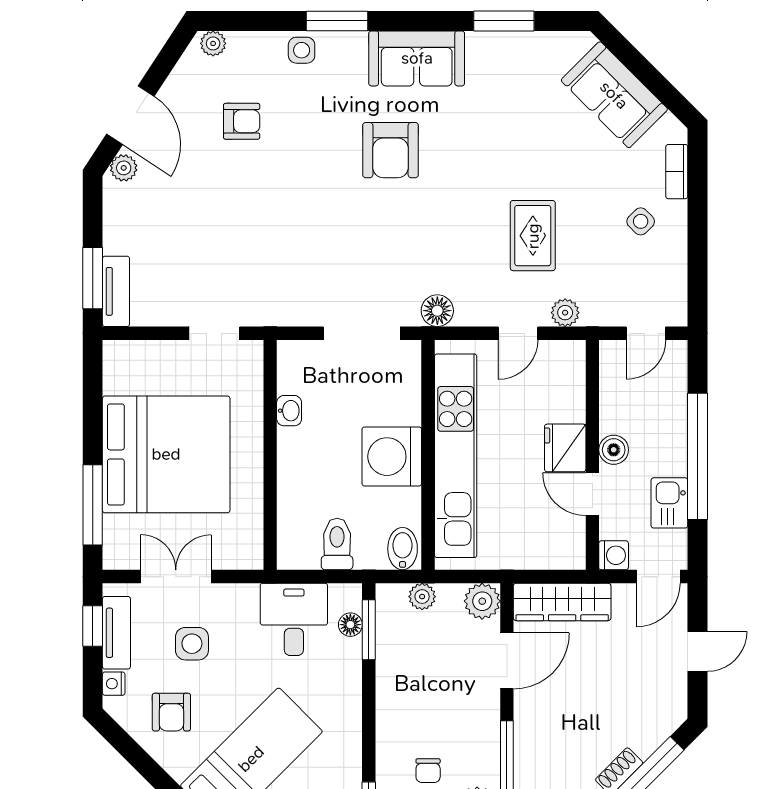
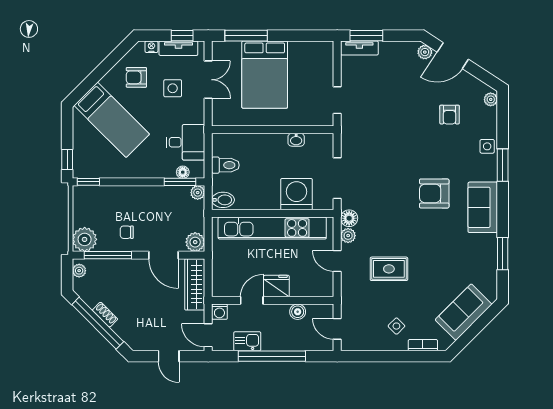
plant: (565, 313) -> (348, 236), moved
boiler: (614, 450) -> (298, 312), moved
bed: (166, 454) -> (265, 75), width x0.73
washing machine: (392, 457) -> (297, 194), moved
plant: (422, 597) -> (198, 193), moved
chair: (428, 771) -> (127, 232), moved

